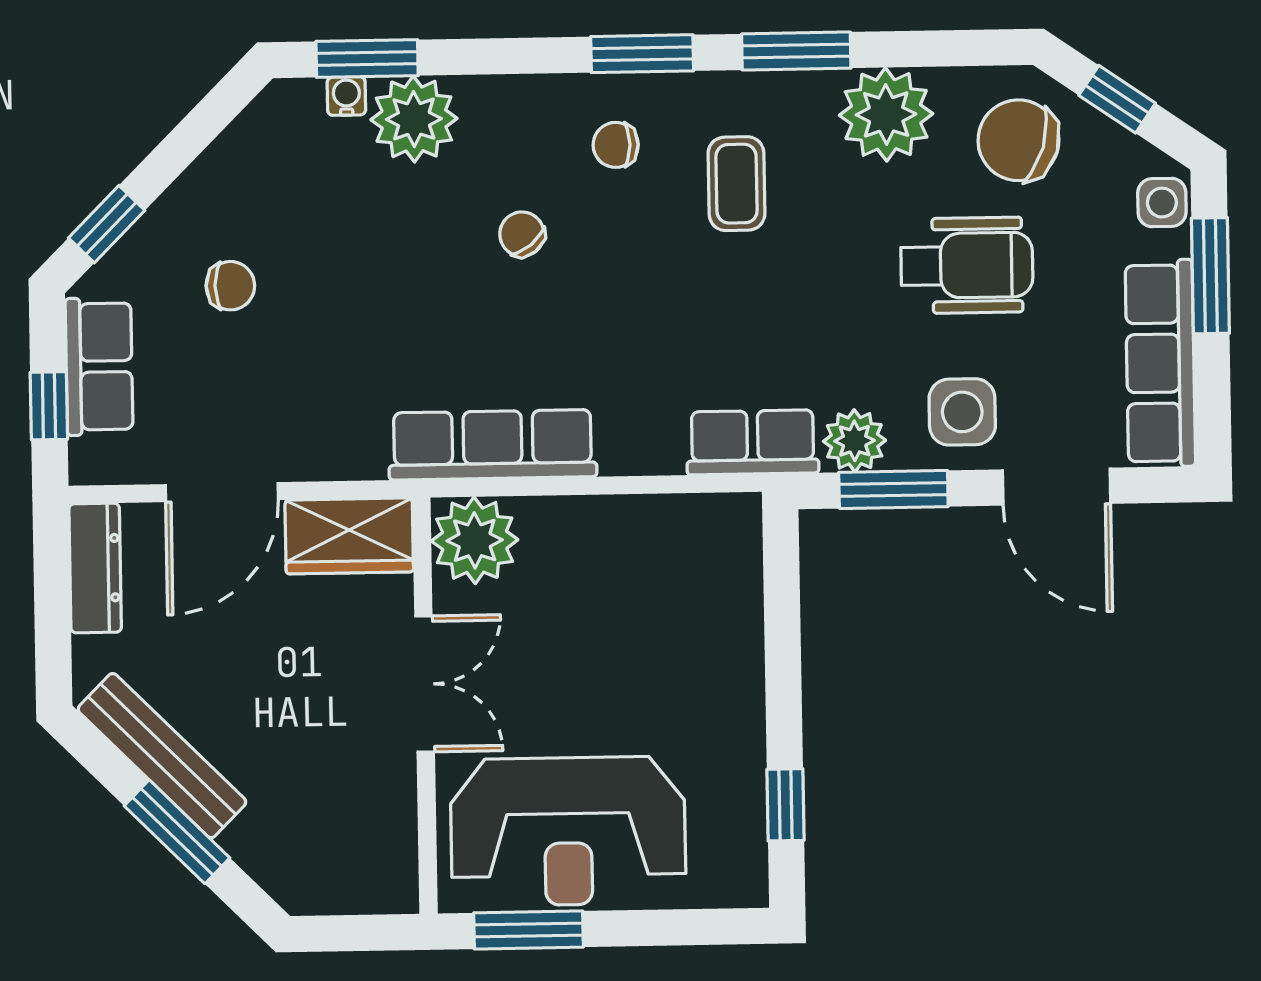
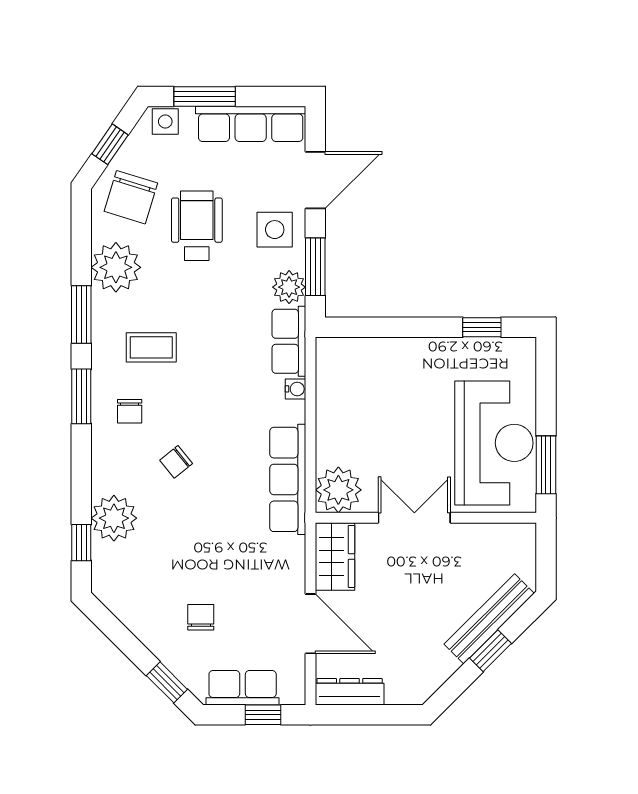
window: (367, 59) -> (81, 543), width x0.67
water cooler: (346, 96) -> (296, 389), moved, turned 180
bench: (162, 756) -> (489, 619), moved
window: (177, 832) -> (491, 651), width x0.67

